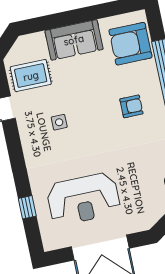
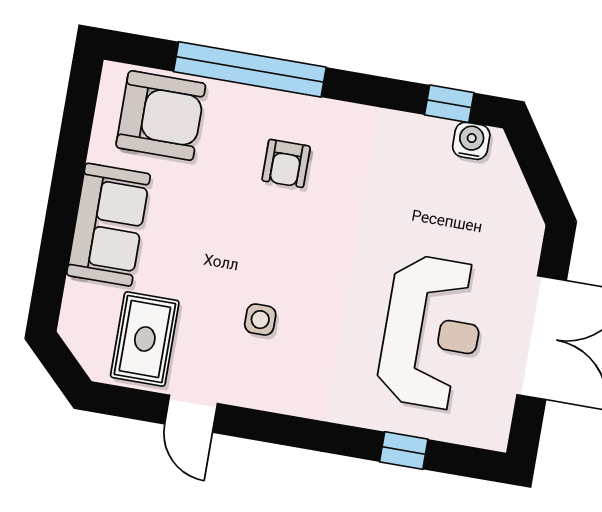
armchair: (130, 44) -> (161, 116), turned -90
armchair: (131, 106) -> (286, 163), turned 180

